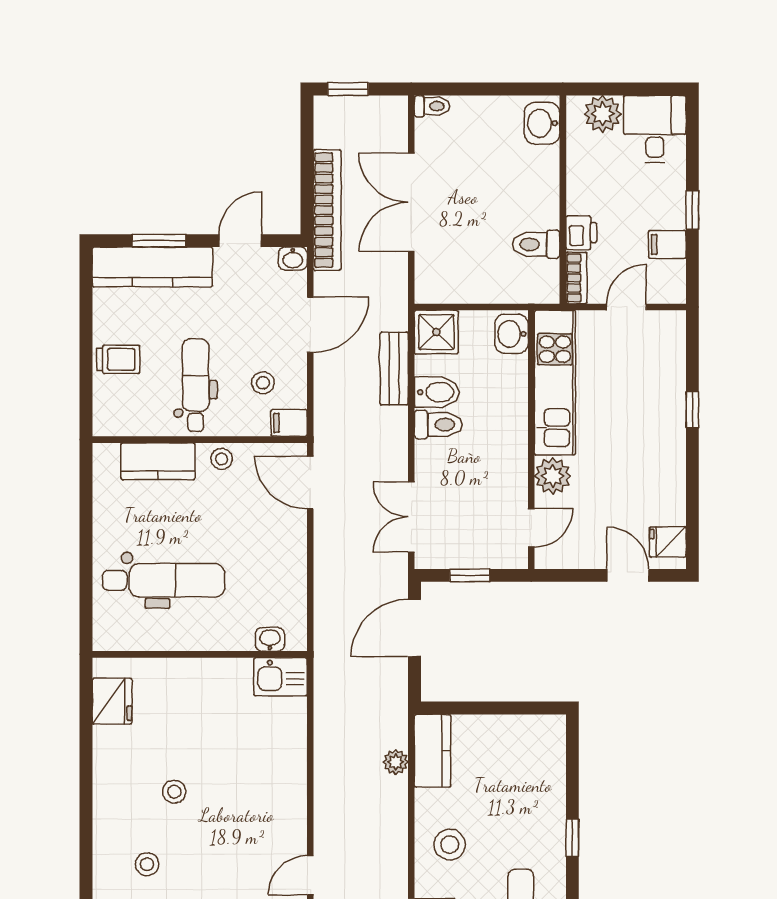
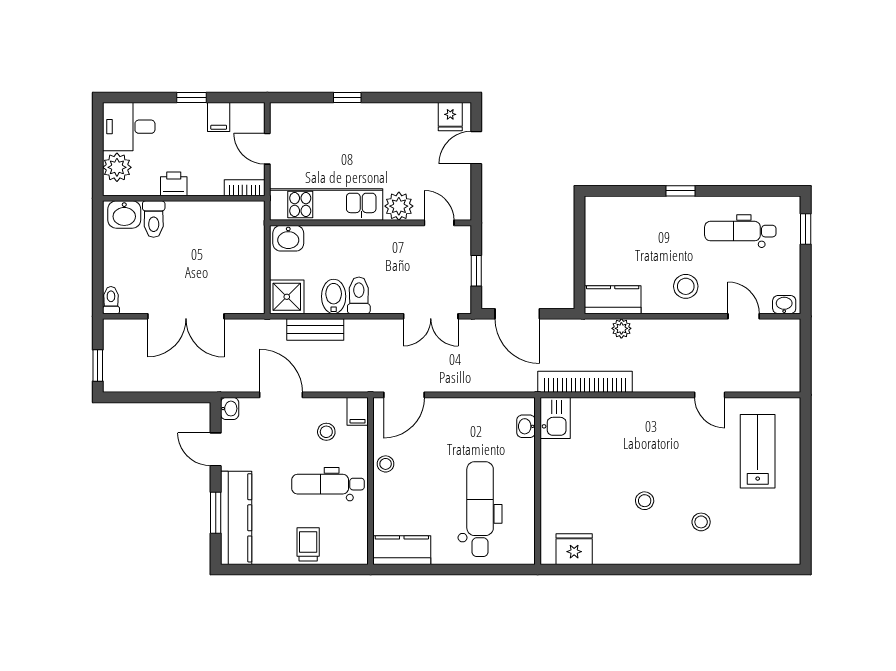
bookcase: (327, 210) -> (585, 382), moved
printer: (581, 233) -> (174, 184), moved
toilet: (536, 244) -> (154, 219), moved
kitchen counter: (158, 461) -> (402, 550), moved, turned -90

